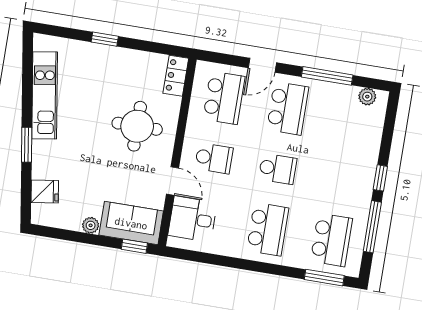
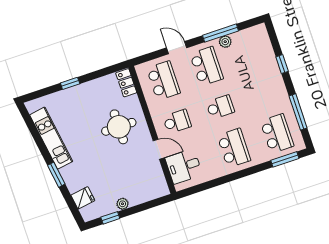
door: (262, 65) -> (177, 48), swing flipped
plant: (367, 97) -> (225, 42), moved
window: (380, 178) -> (282, 64), moved
sofa: (131, 223) -> (147, 189), removed
window: (134, 246) -> (110, 218), moved

